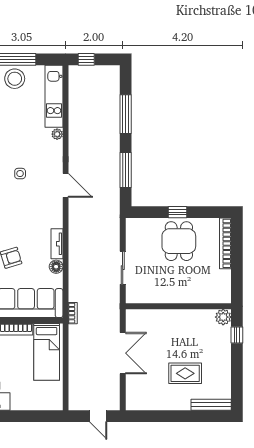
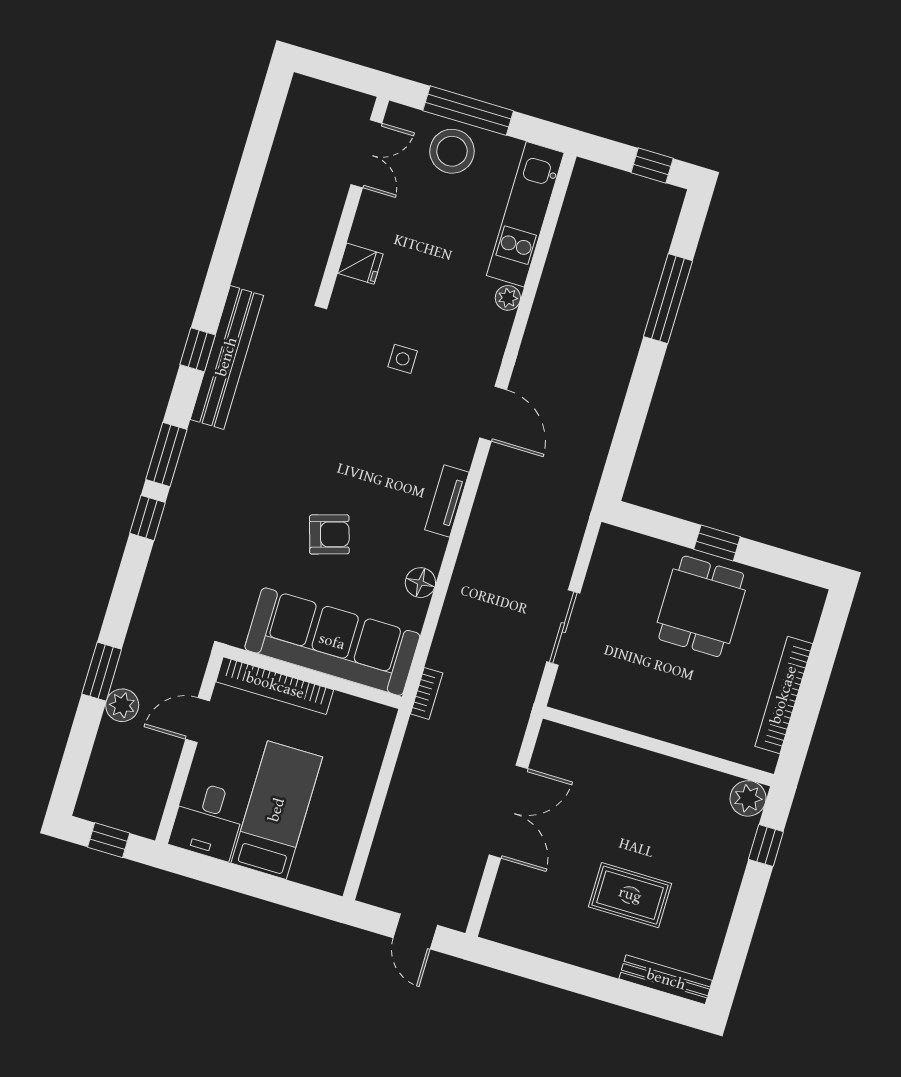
window: (86, 59) -> (652, 165), moved
window: (126, 170) -> (632, 419), removed
bookcase: (225, 243) -> (784, 695), moved
tv unit: (57, 244) -> (447, 501), moved
bed: (47, 352) -> (277, 810), moved, turned 180

